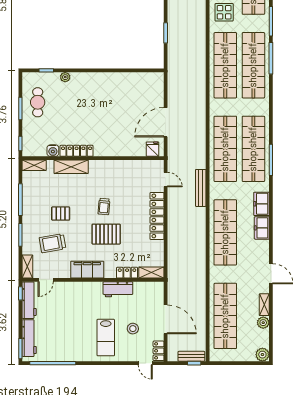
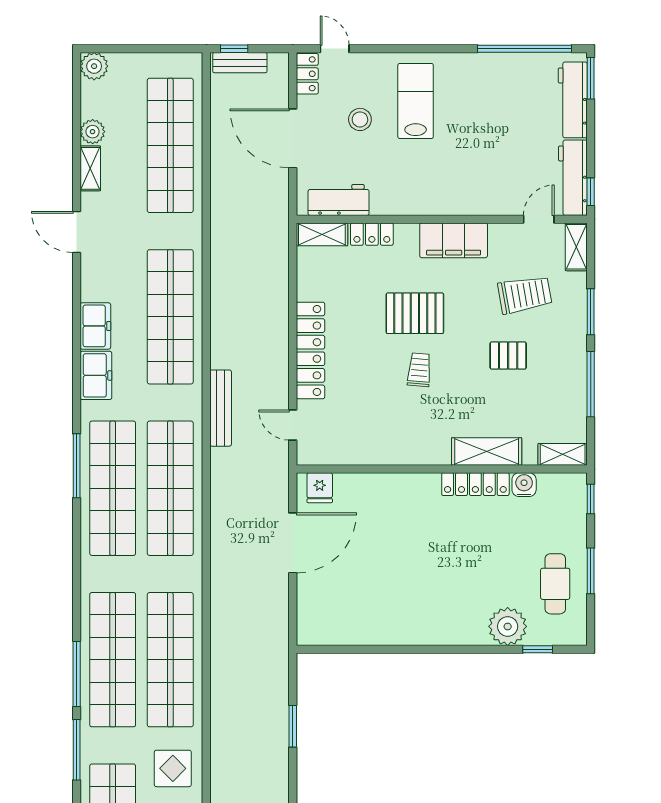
plant: (65, 77) -> (508, 626), width x1.87, depth x1.87
workbench: (118, 289) -> (339, 200), moved

